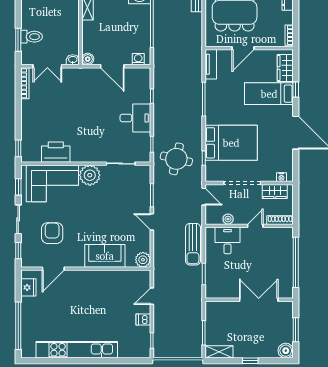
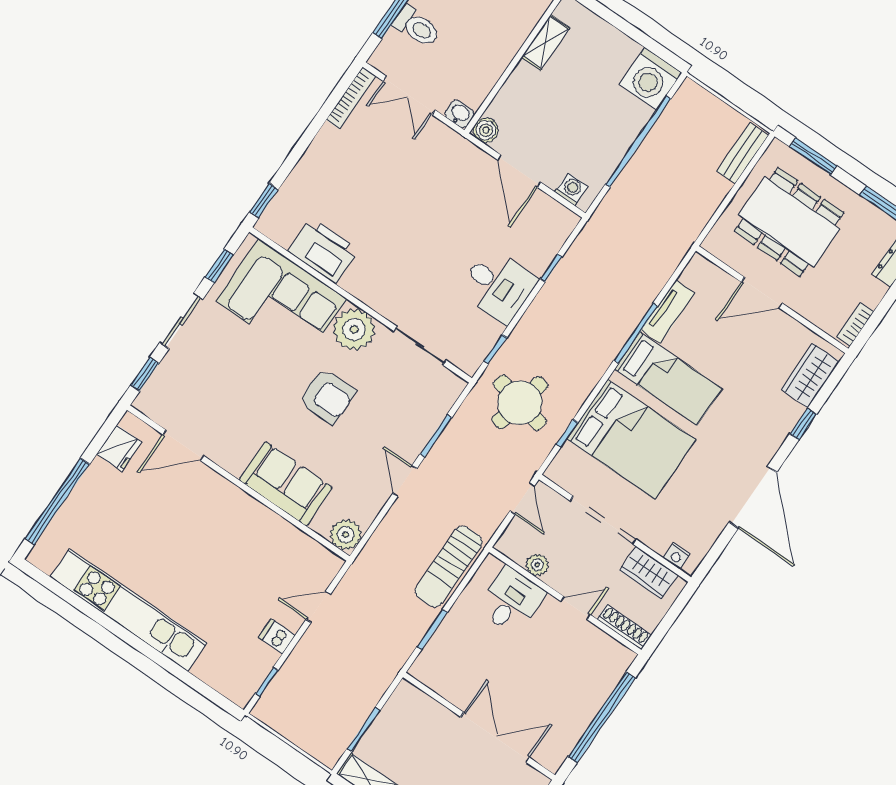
tv unit: (211, 64) -> (668, 312), moved
bed: (269, 94) -> (668, 379), moved, turned 180
armchair: (52, 233) -> (327, 396), moved, turned 90

